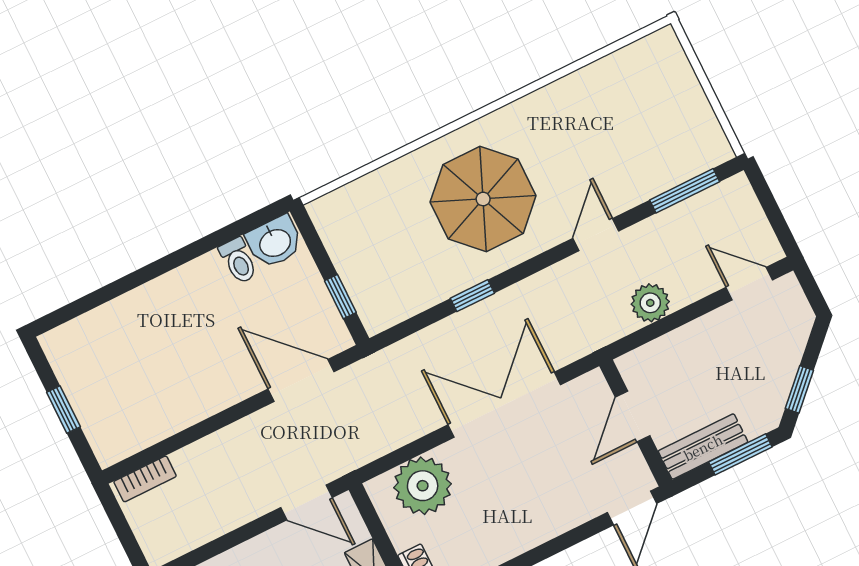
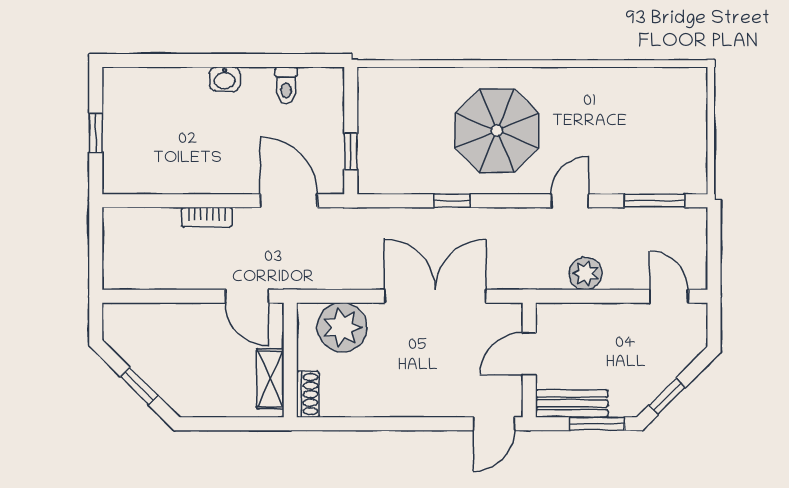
washbasin: (275, 242) -> (225, 79), moved, width x0.72, depth x0.69
bookcase: (145, 479) -> (207, 217), moved

